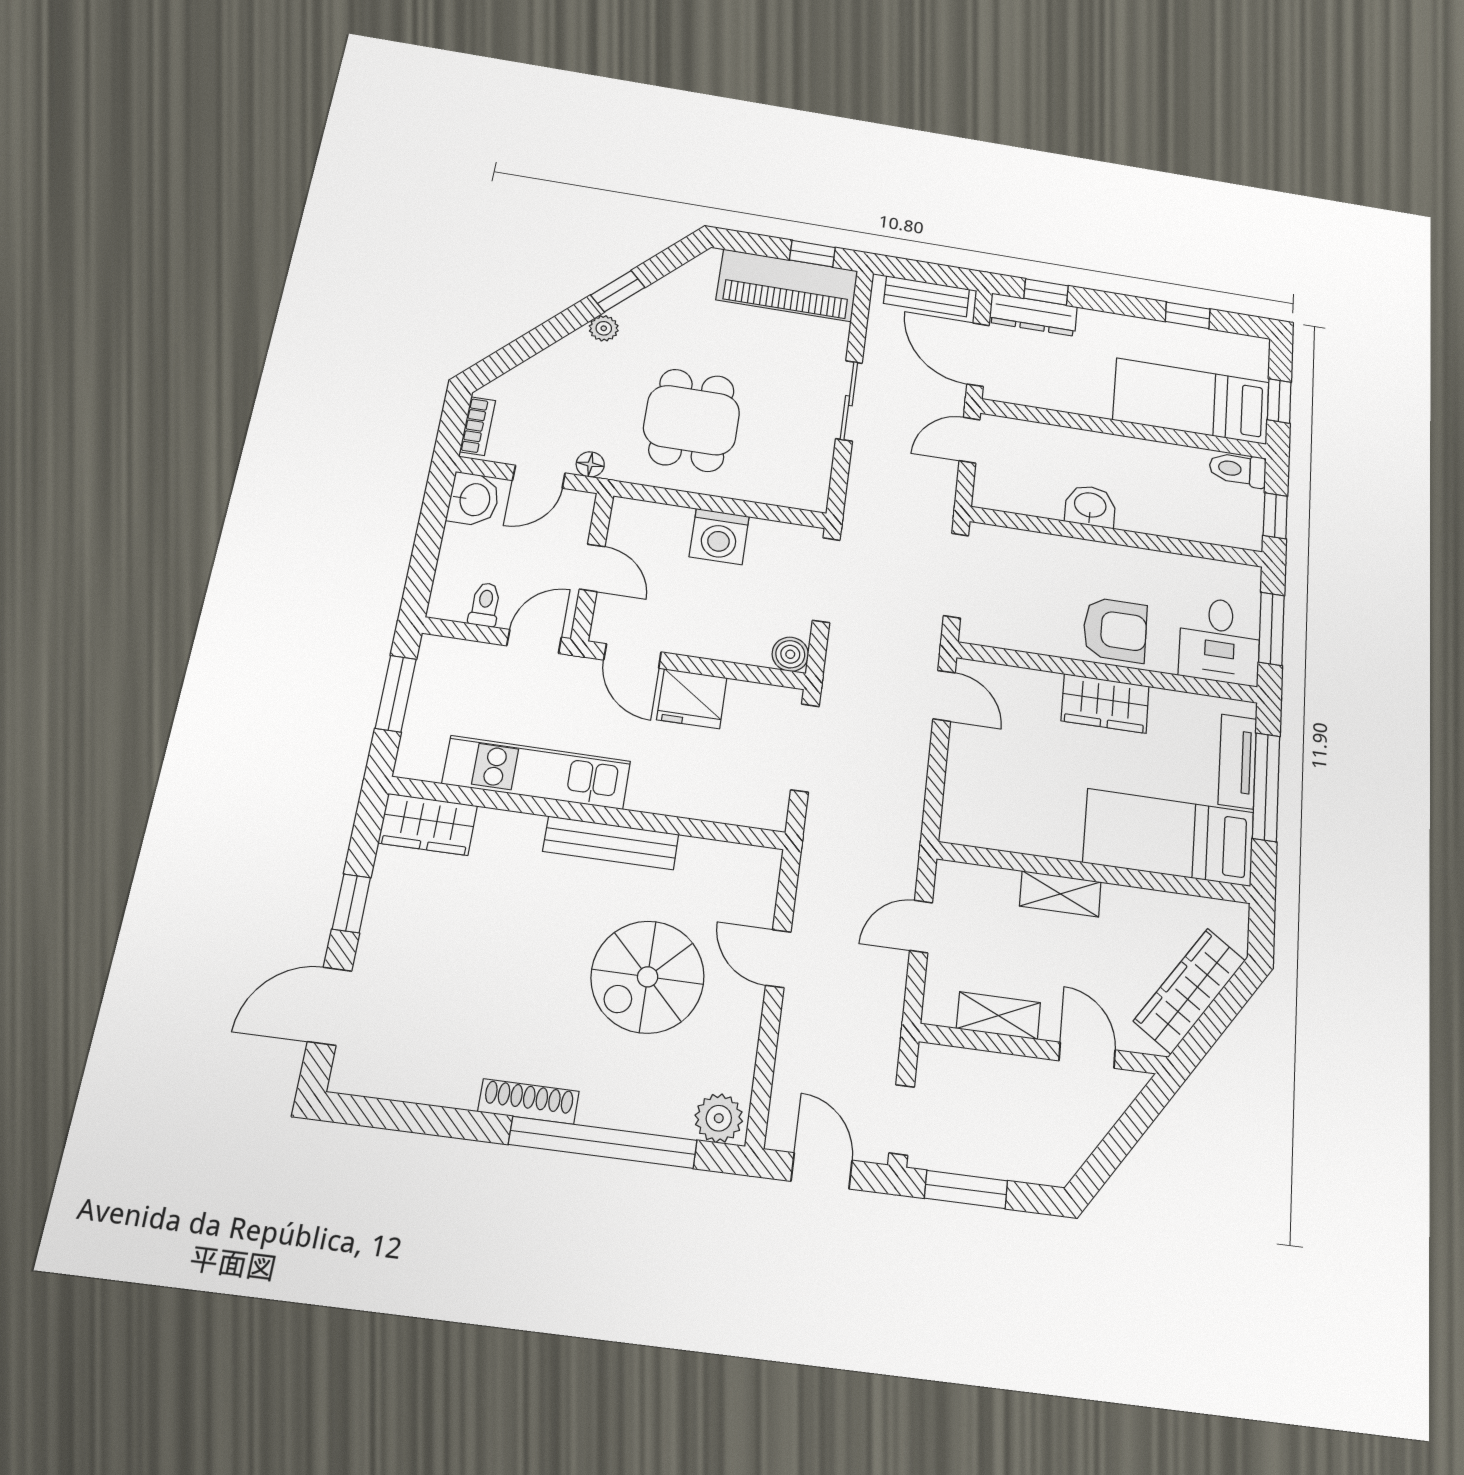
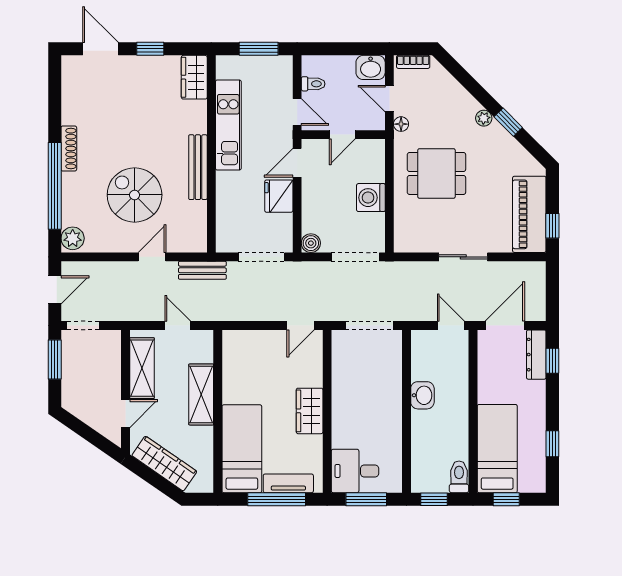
bench: (927, 296) -> (202, 270), moved, turned 90
armchair: (1115, 630) -> (352, 414), removed
shelving: (1060, 894) -> (201, 394), width x1.50, depth x1.33
shelving: (998, 1016) -> (142, 368), width x1.50, depth x1.33

